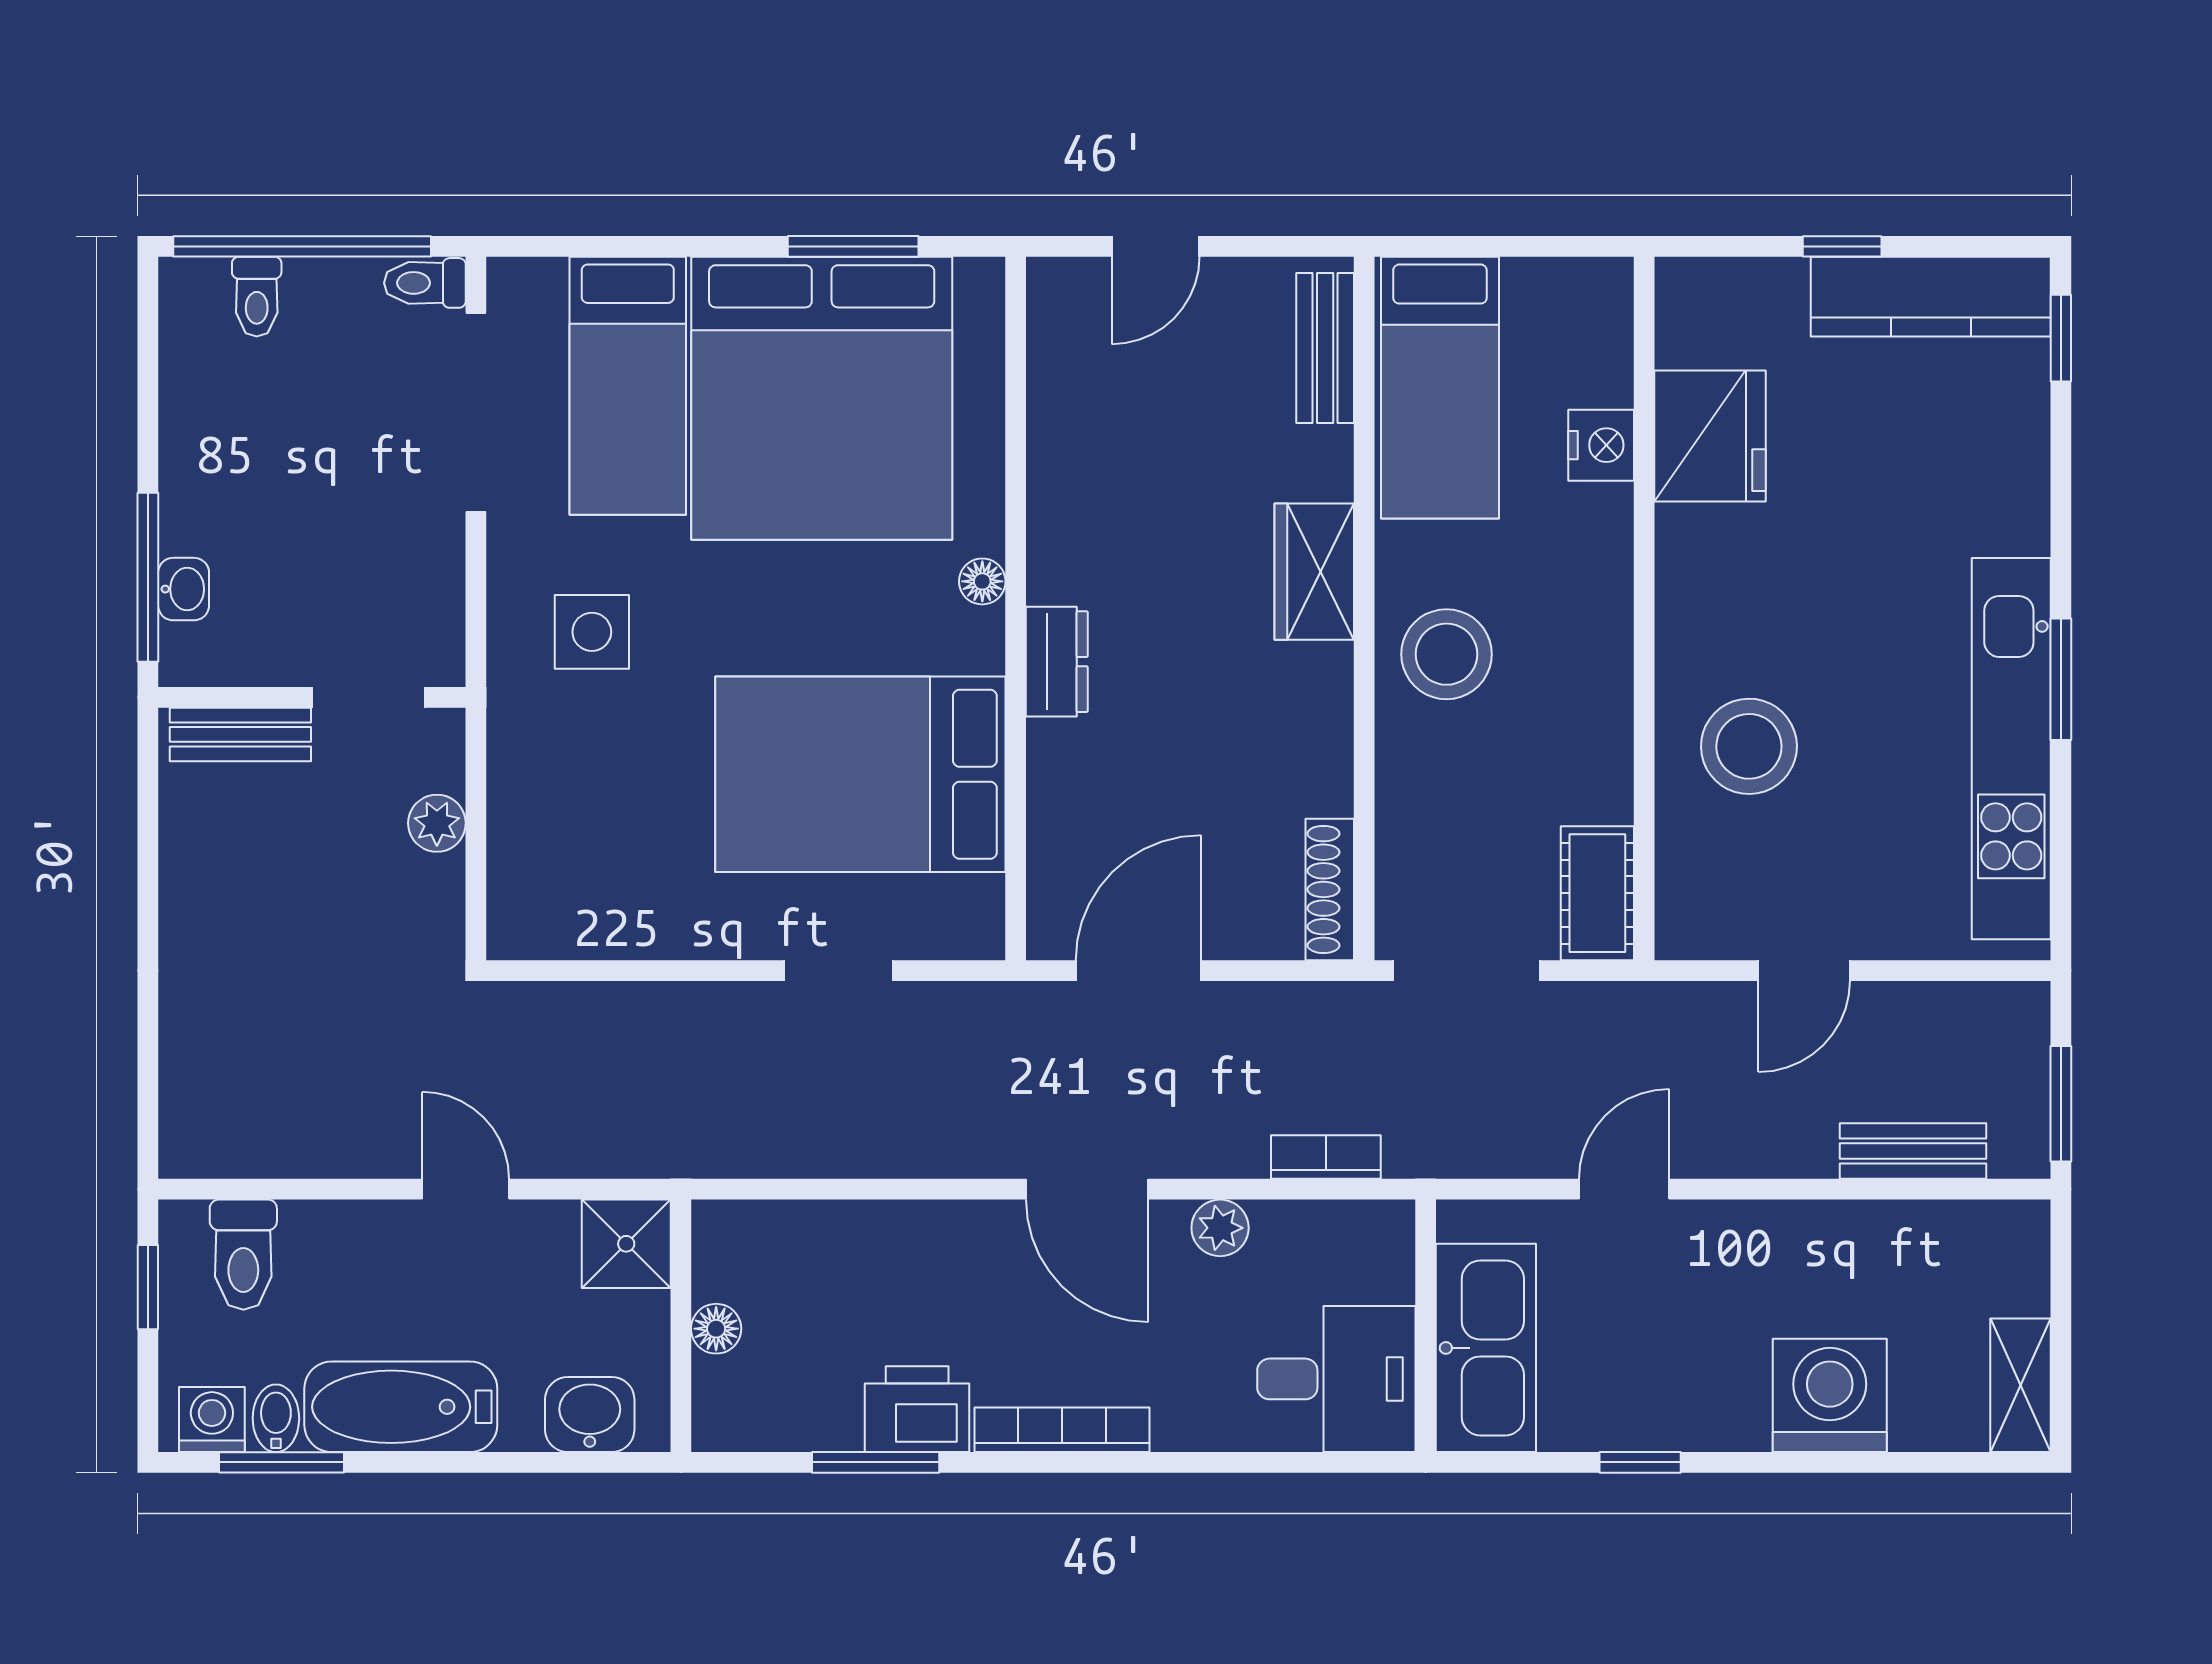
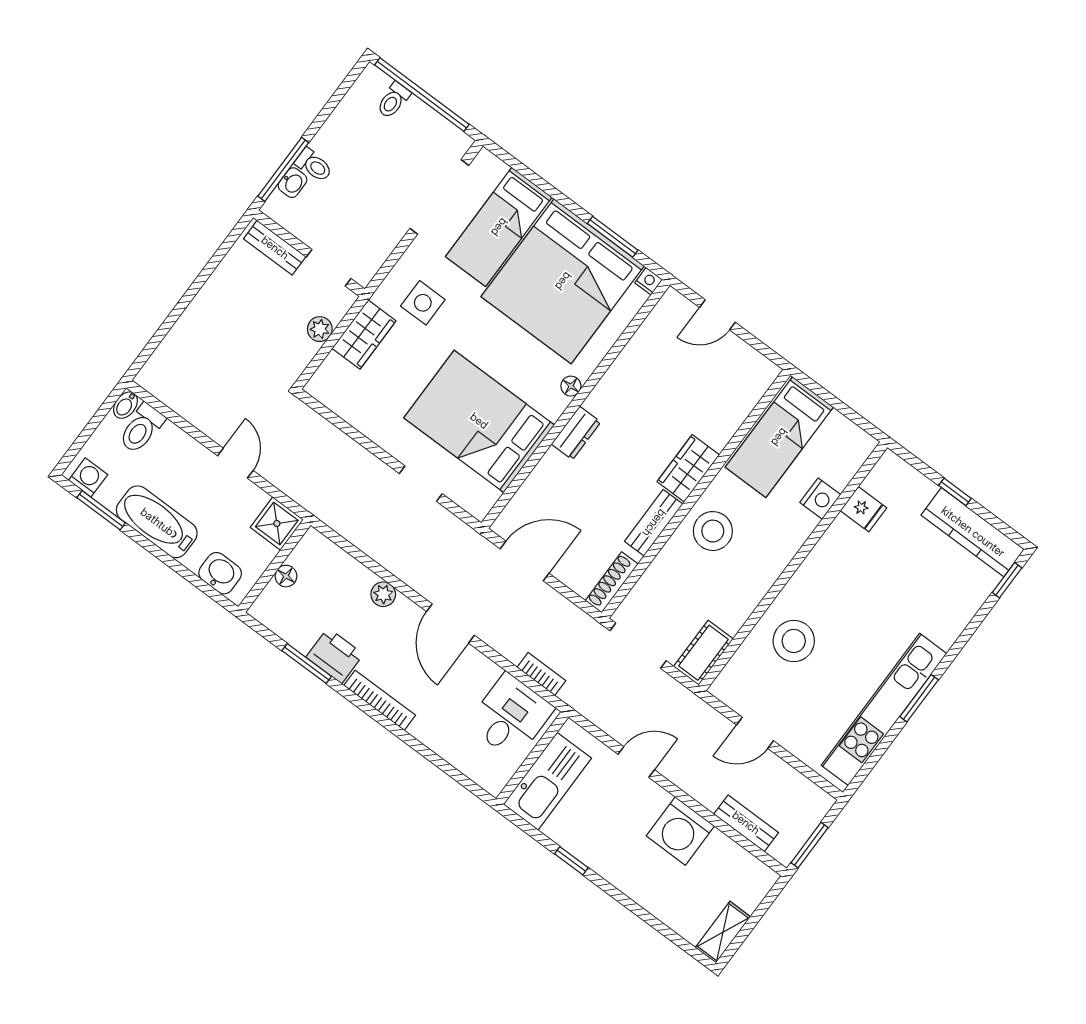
nightstand: (981, 279) -> (649, 281), added
toilet: (425, 283) -> (314, 165), moved, turned 180
bench: (1325, 348) -> (654, 523), moved
fridge: (1710, 436) -> (863, 509), width x0.53, depth x0.75
wardrobe: (527, 772) -> (364, 335), added
plant: (1220, 1228) -> (383, 594), moved
window: (148, 1287) -> (100, 415), removed
desk: (1336, 1379) -> (511, 716), moved, turned -90
washing machine: (1830, 1395) -> (680, 831), moved, turned 180
bidet: (276, 1418) -> (125, 405), moved, turned 180

